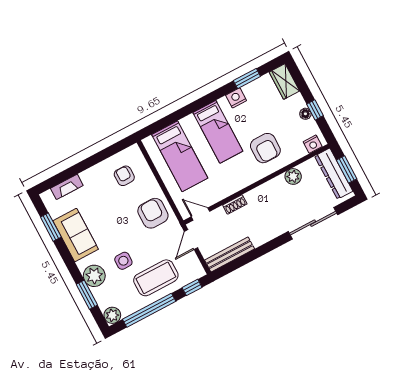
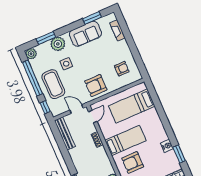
bed: (218, 132) -> (125, 140), moved, turned 180
armchair: (153, 213) -> (96, 85), turned 180

